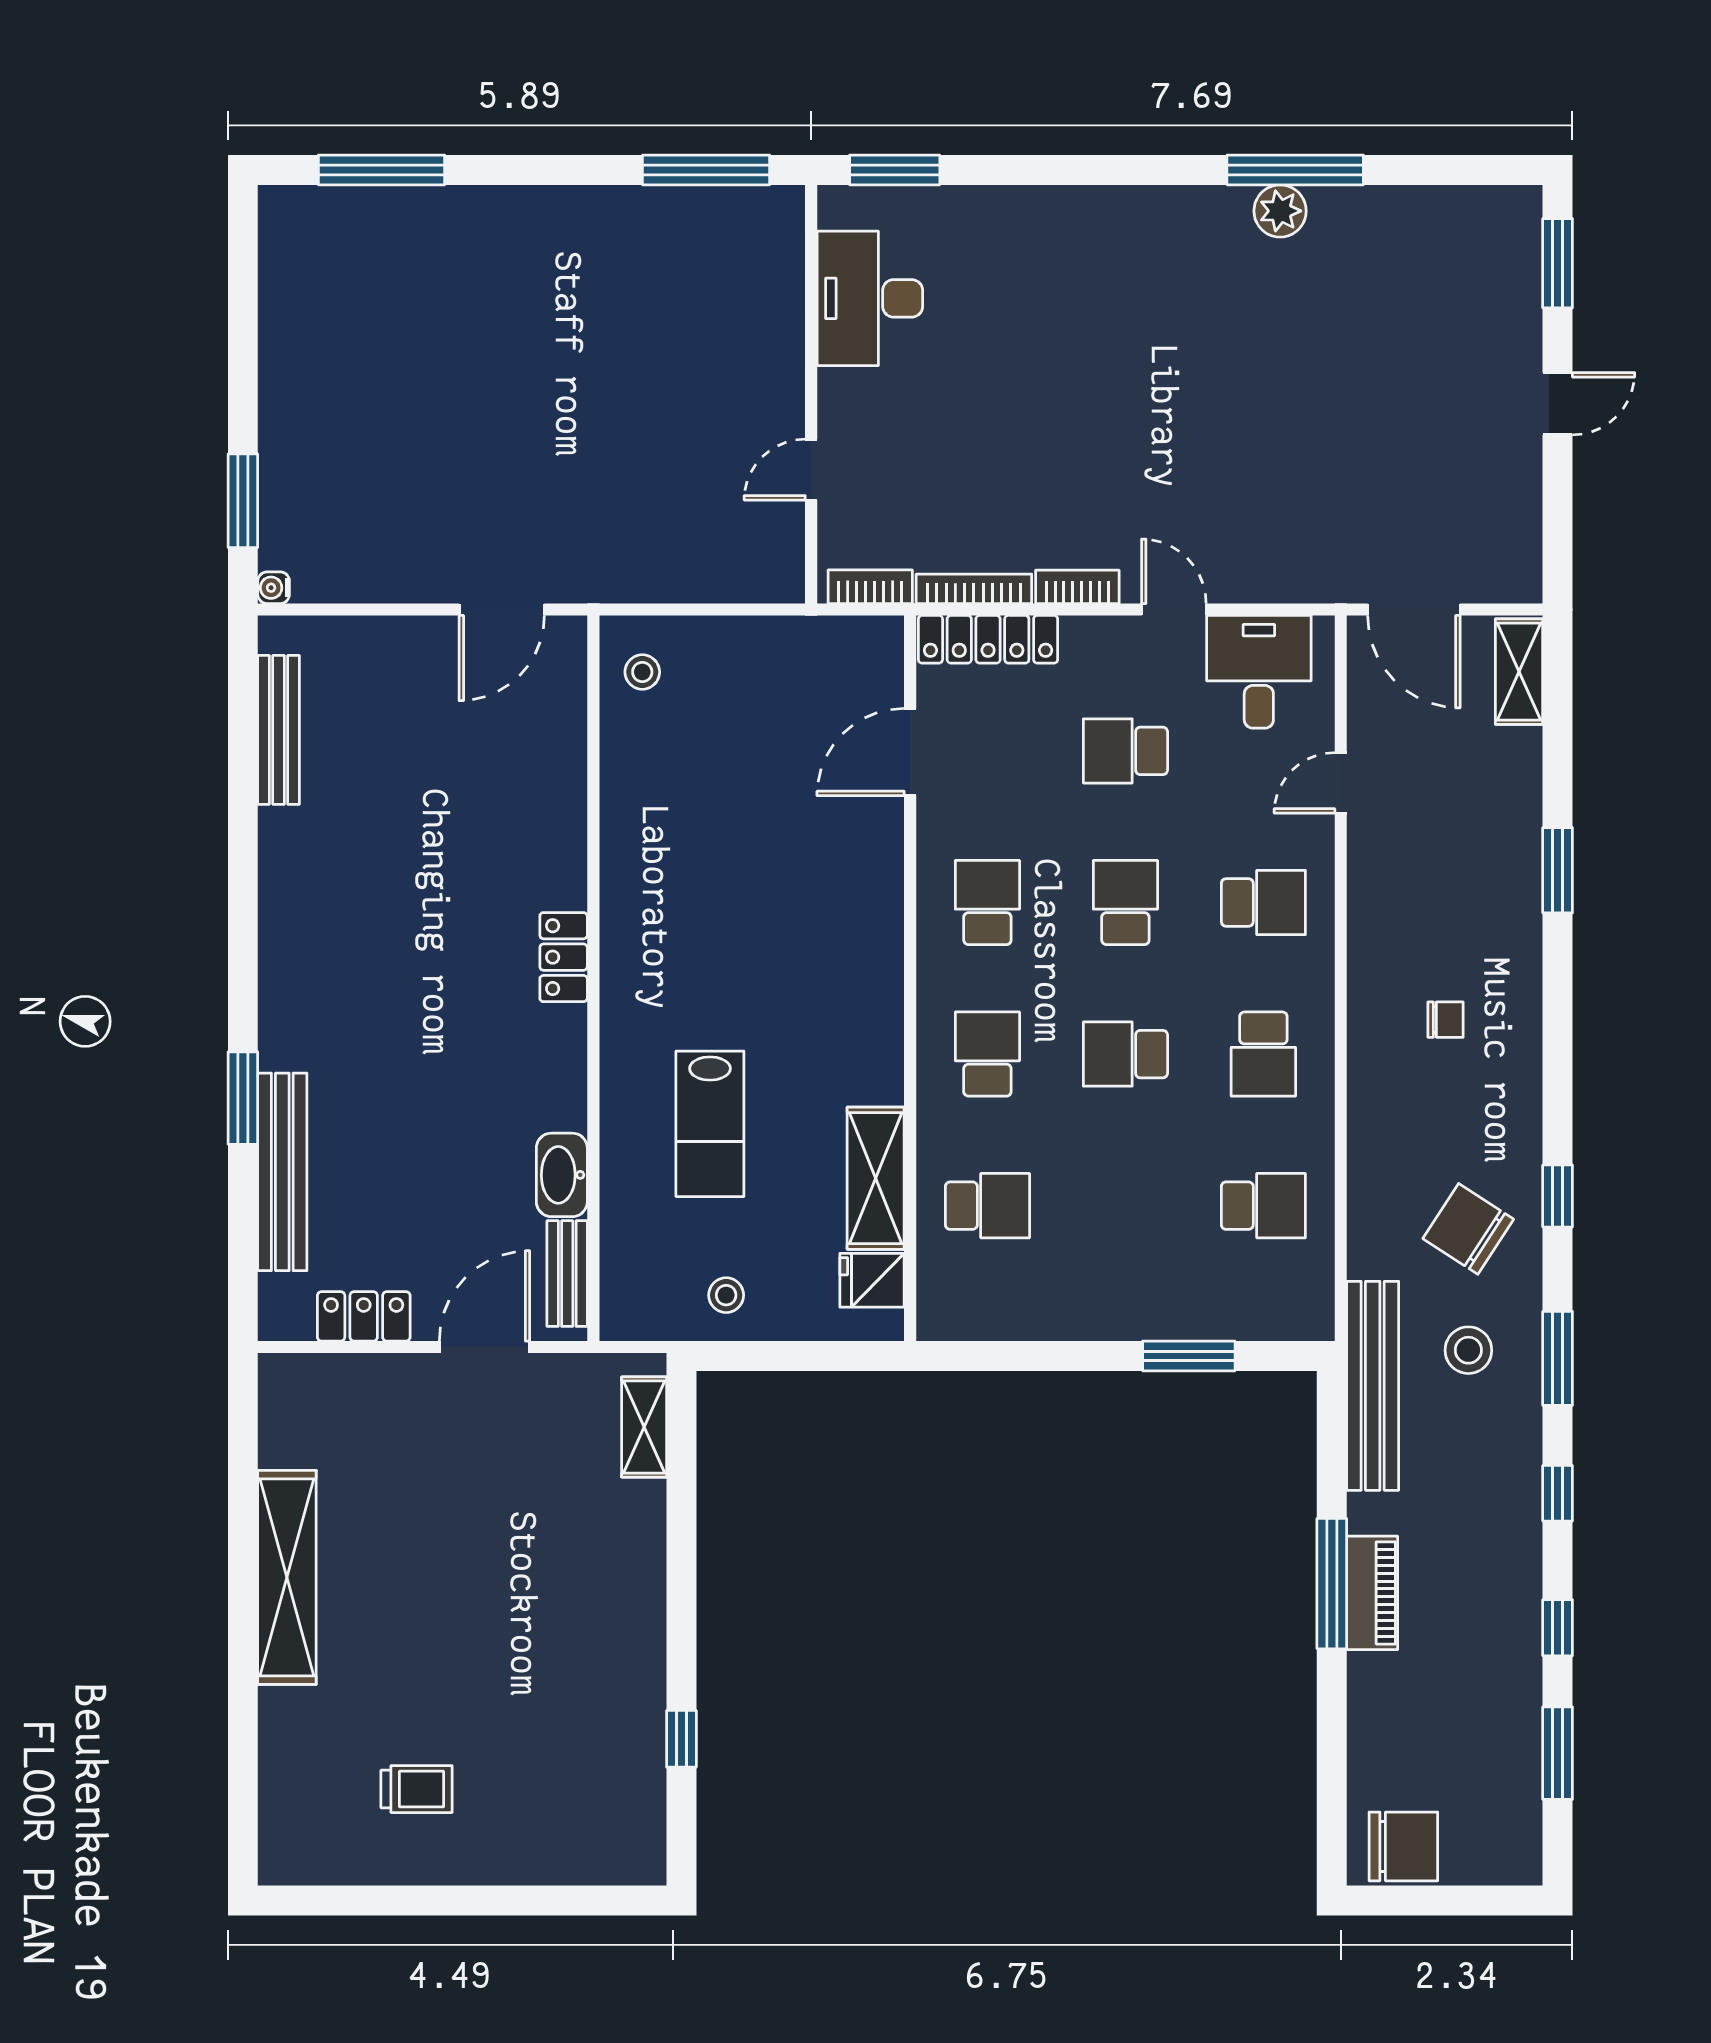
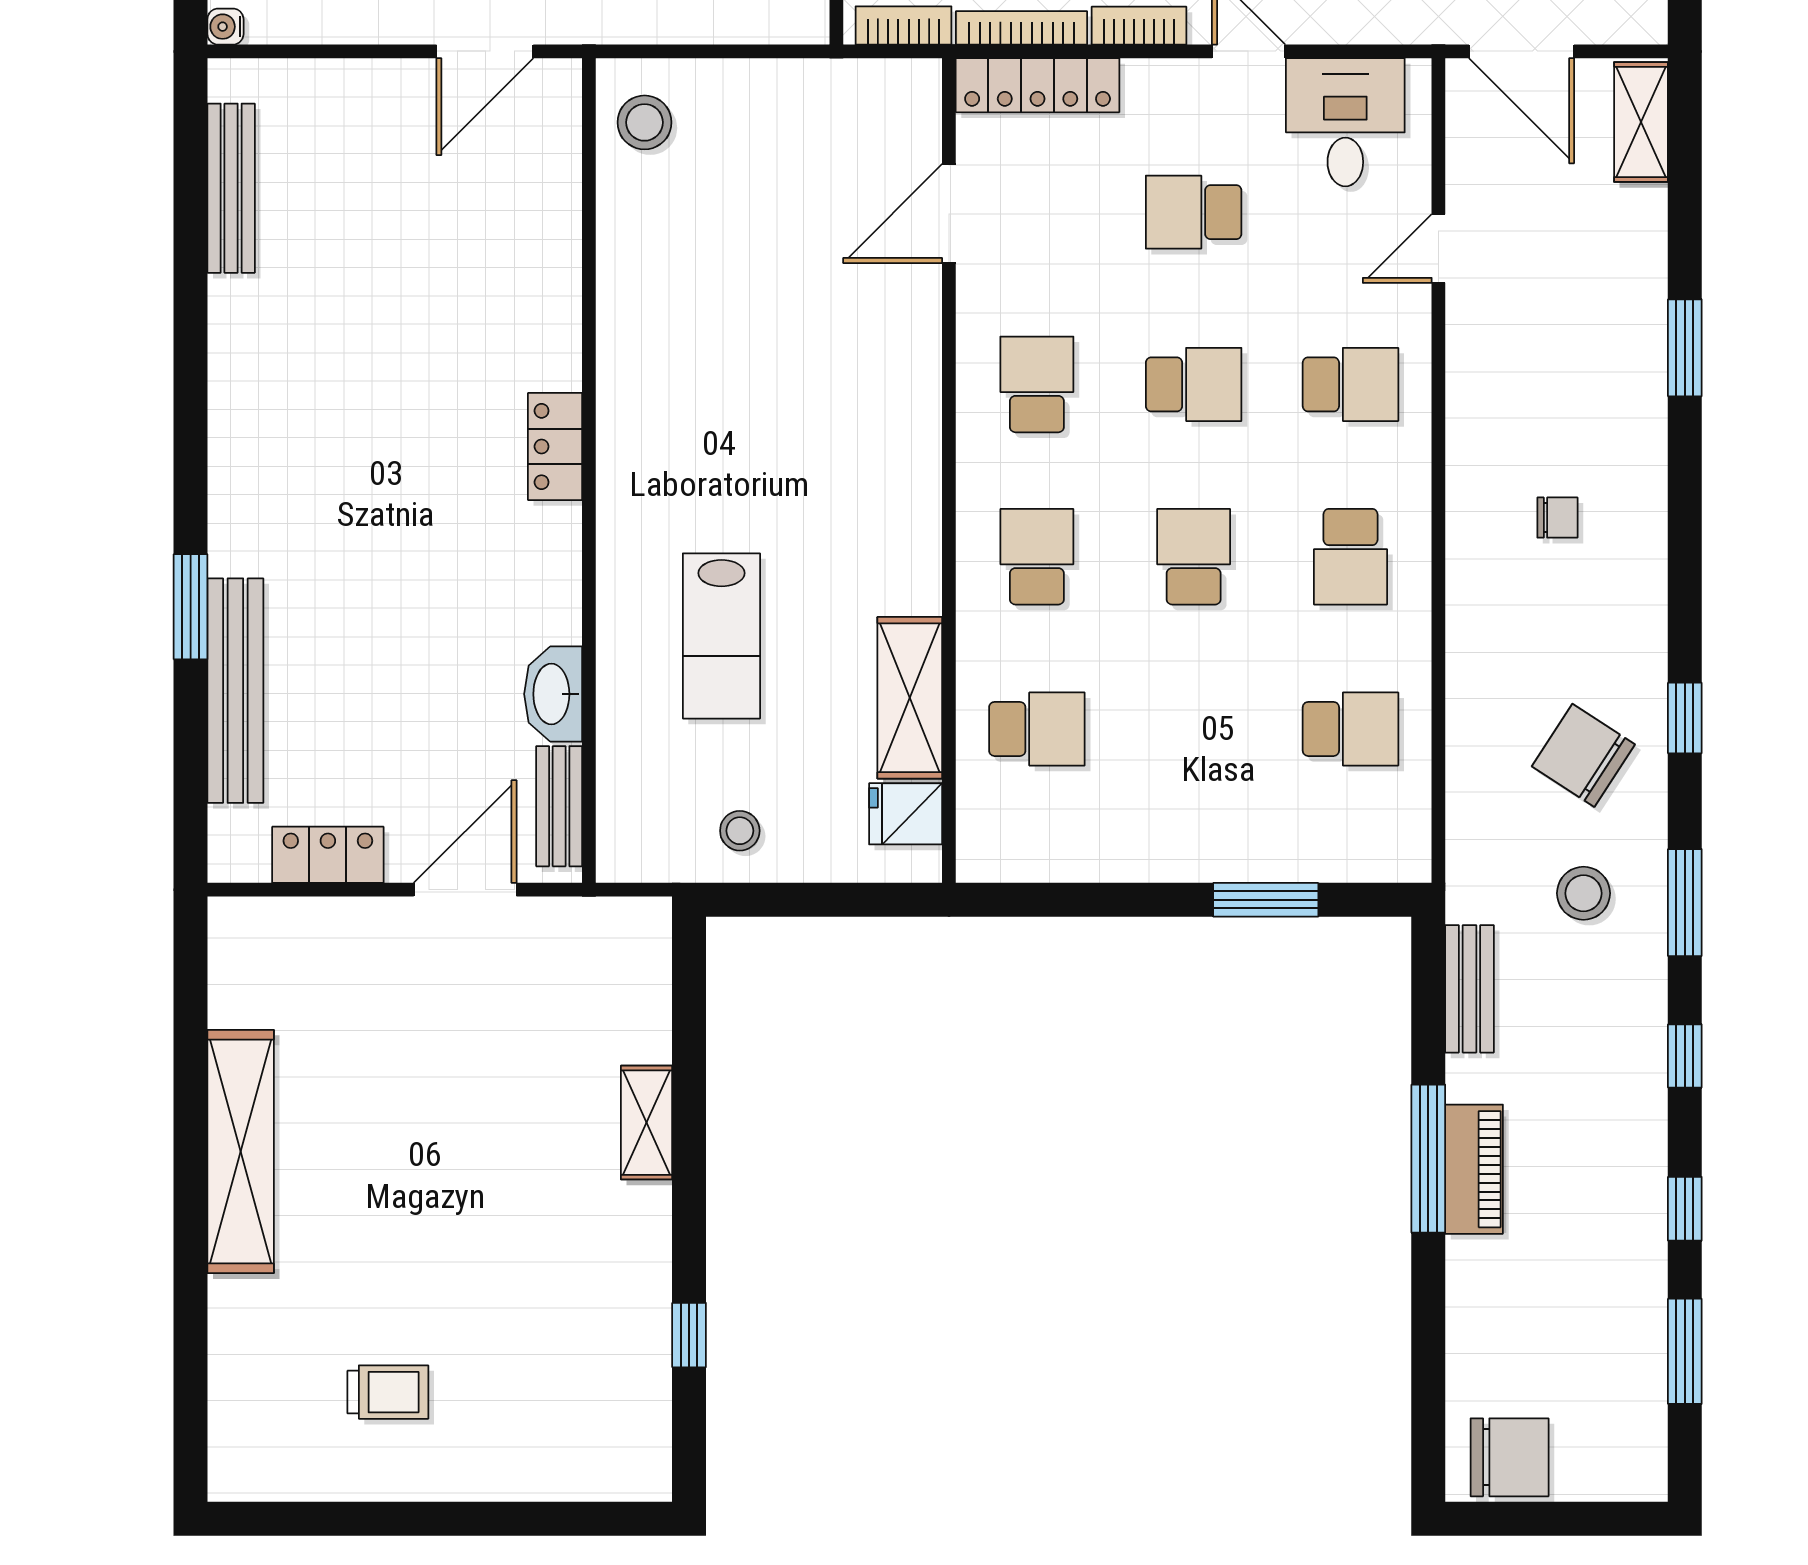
stool: (642, 672) -> (645, 122), width x1.37, depth x1.37
school desk: (1125, 903) -> (1194, 384), turned 90
school desk: (1125, 1054) -> (1194, 557), turned 90
bench: (1373, 1386) -> (1470, 989), width x0.54, depth x0.82
shelving: (644, 1427) -> (647, 1123), moved

